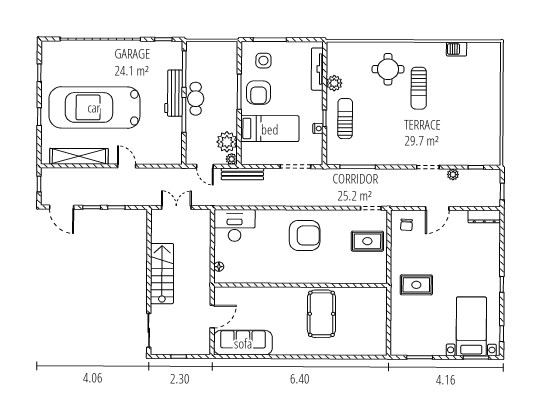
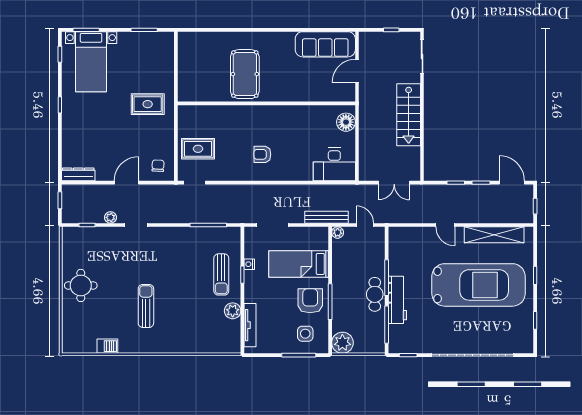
round table: (388, 69) -> (81, 285), moved
plant: (227, 142) -> (342, 343), moved
armchair: (305, 235) -> (262, 154), width x0.53, depth x0.53
floor lamp: (219, 267) -> (346, 122), width x1.89, depth x1.89

